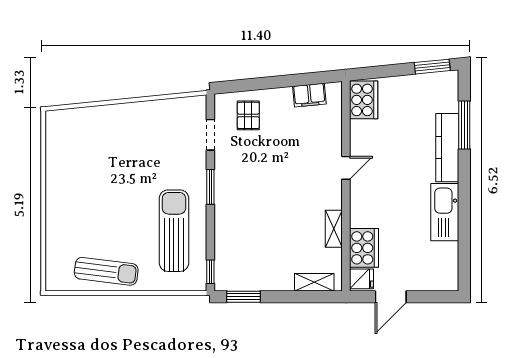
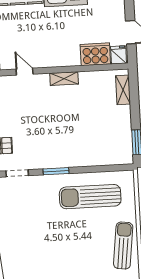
door: (346, 168) -> (25, 72), moved
shelving: (334, 229) -> (64, 79), moved
window: (210, 272) -> (119, 168), removed

